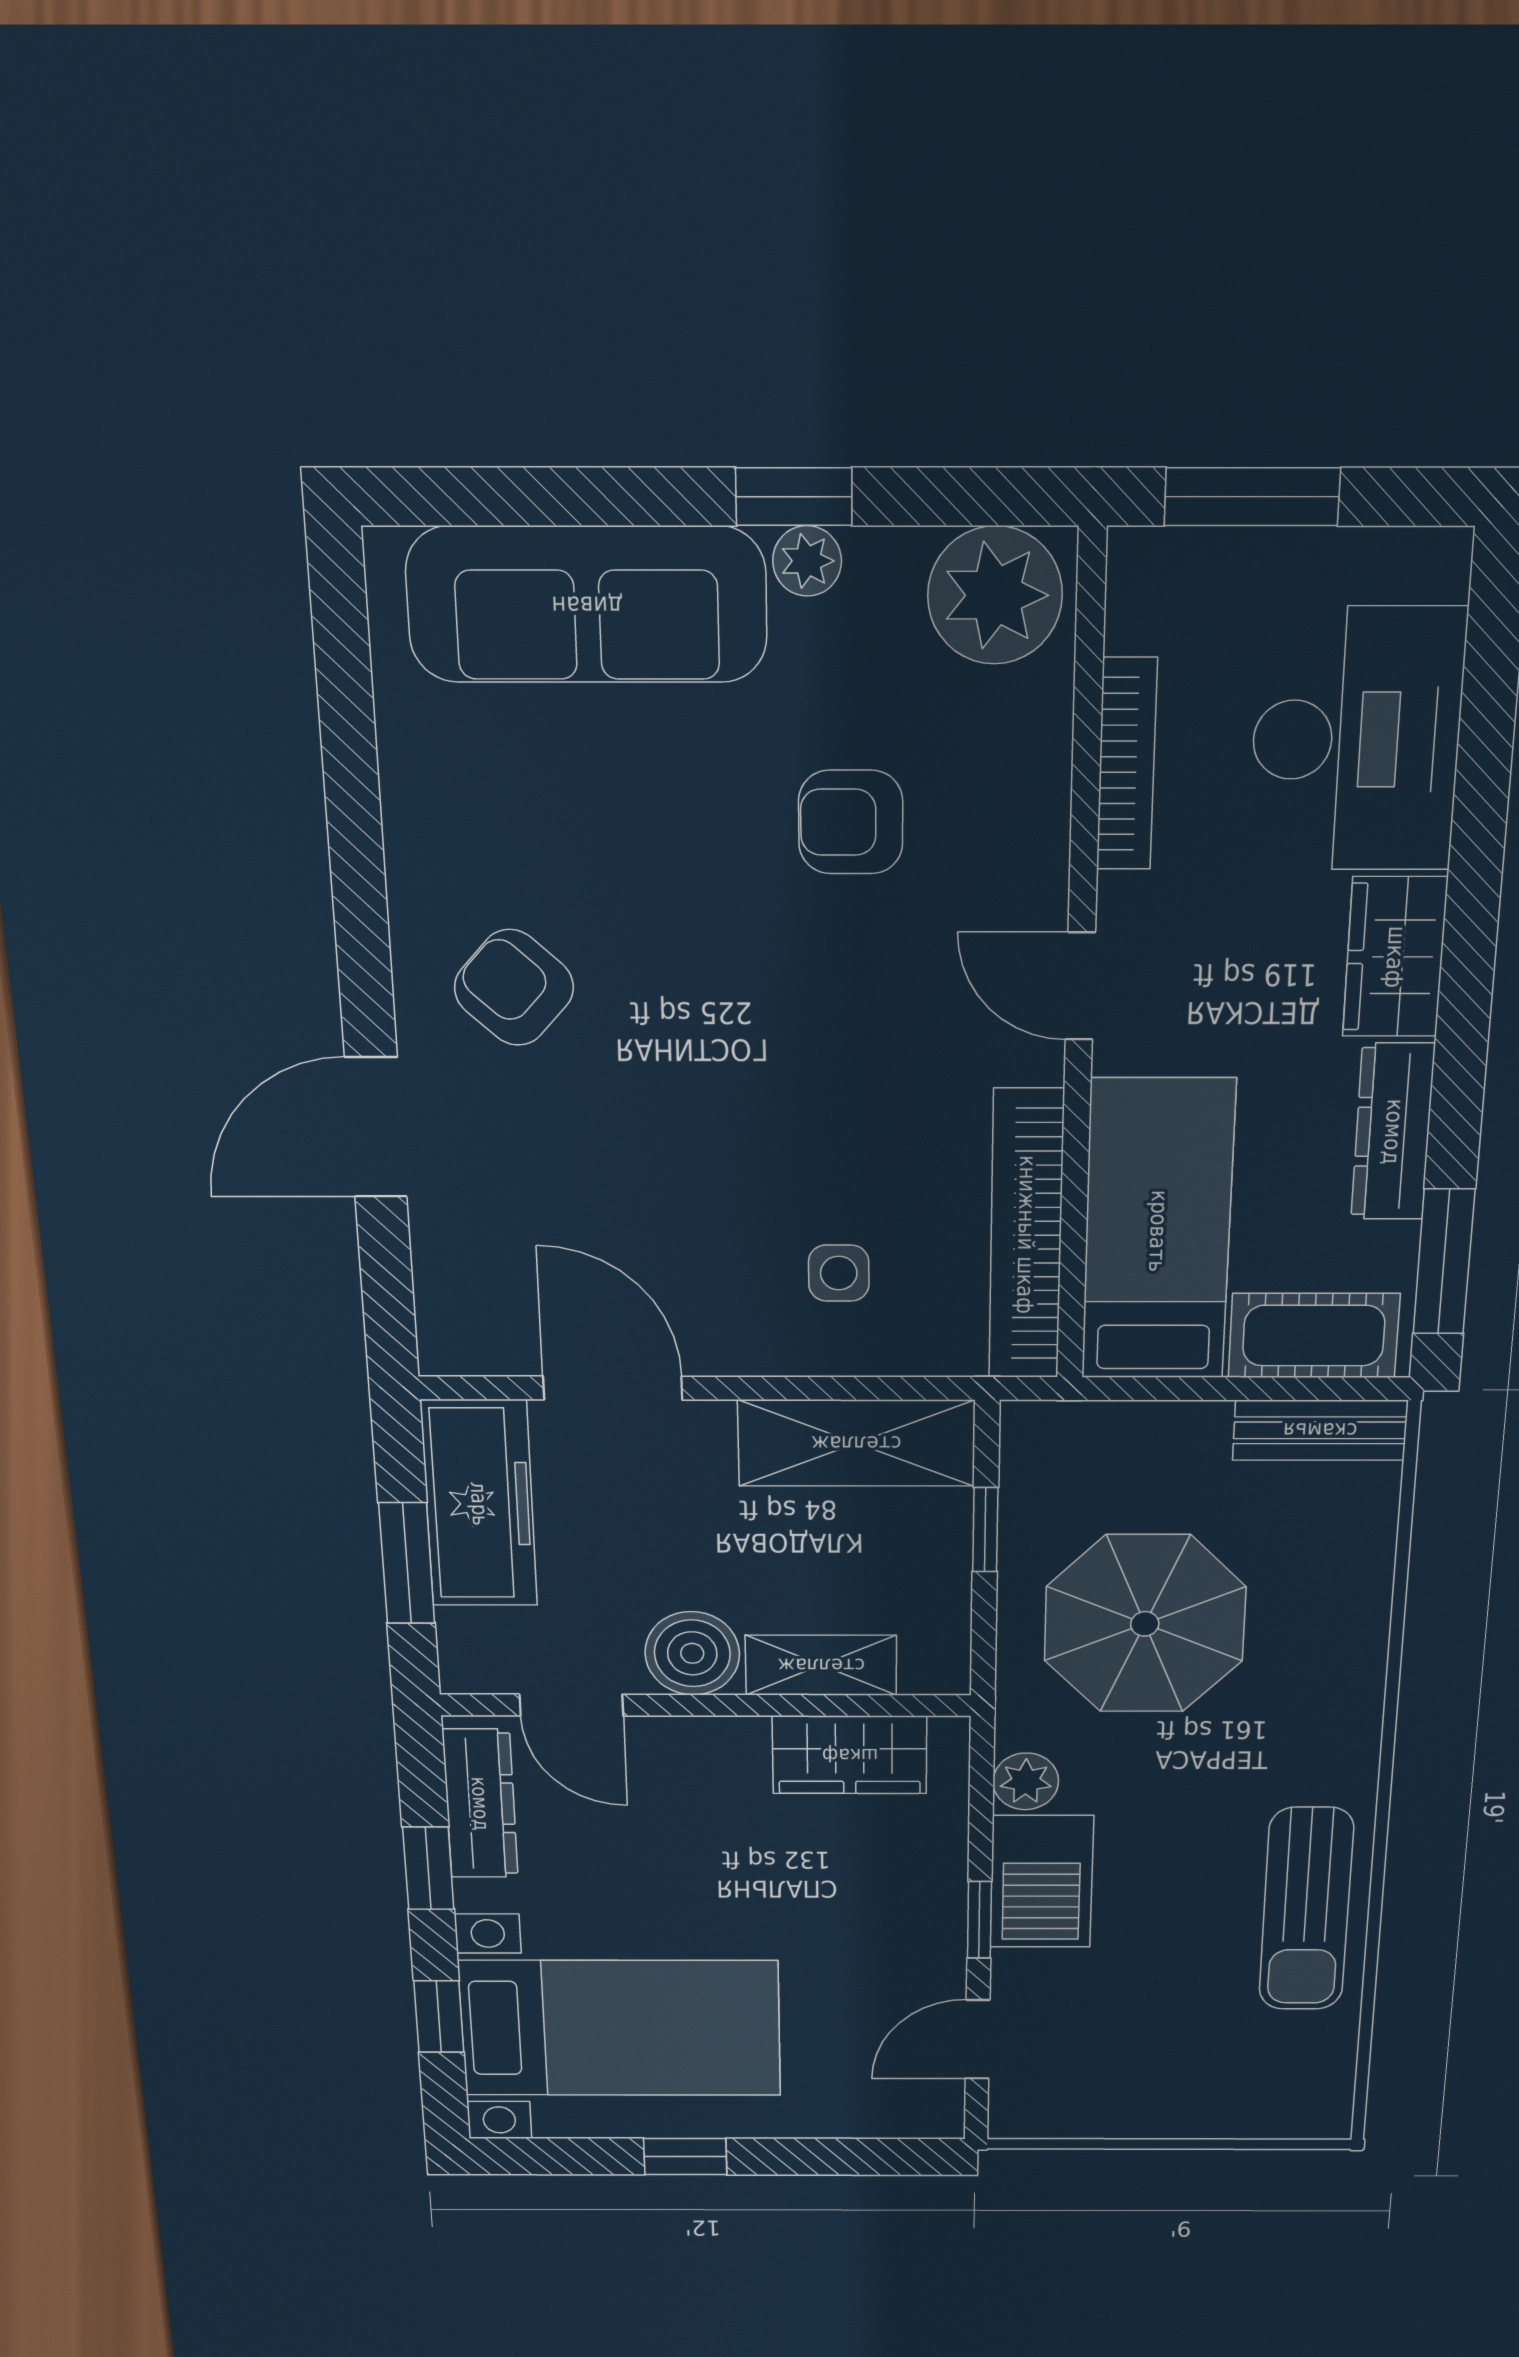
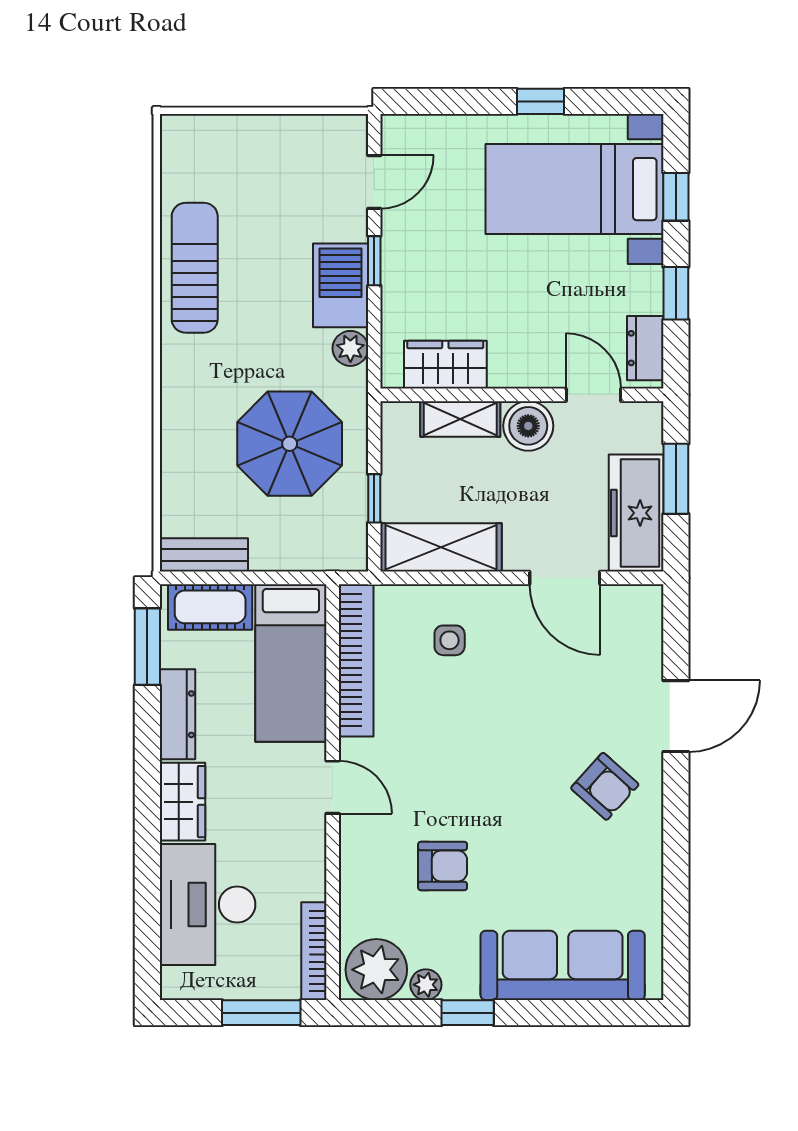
plant: (807, 561) -> (426, 985), moved
bookcase: (1127, 764) -> (314, 951), moved
dresser: (480, 1804) -> (645, 348), width x0.70

